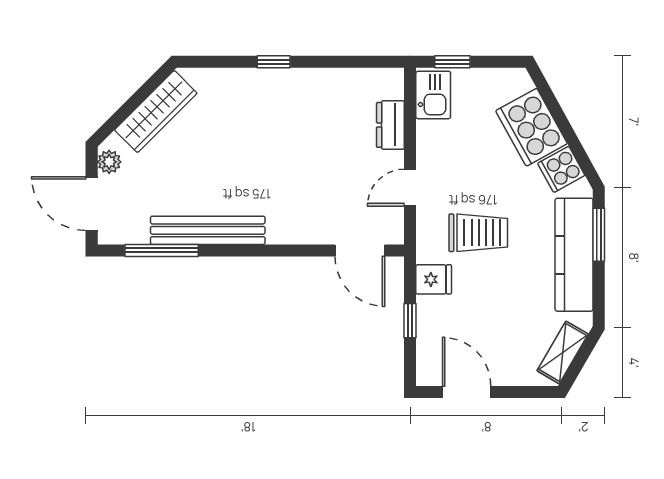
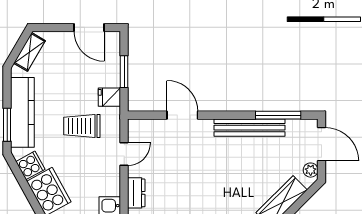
door: (360, 250) -> (182, 115), moved
window: (410, 321) -> (124, 72), width x1.50

